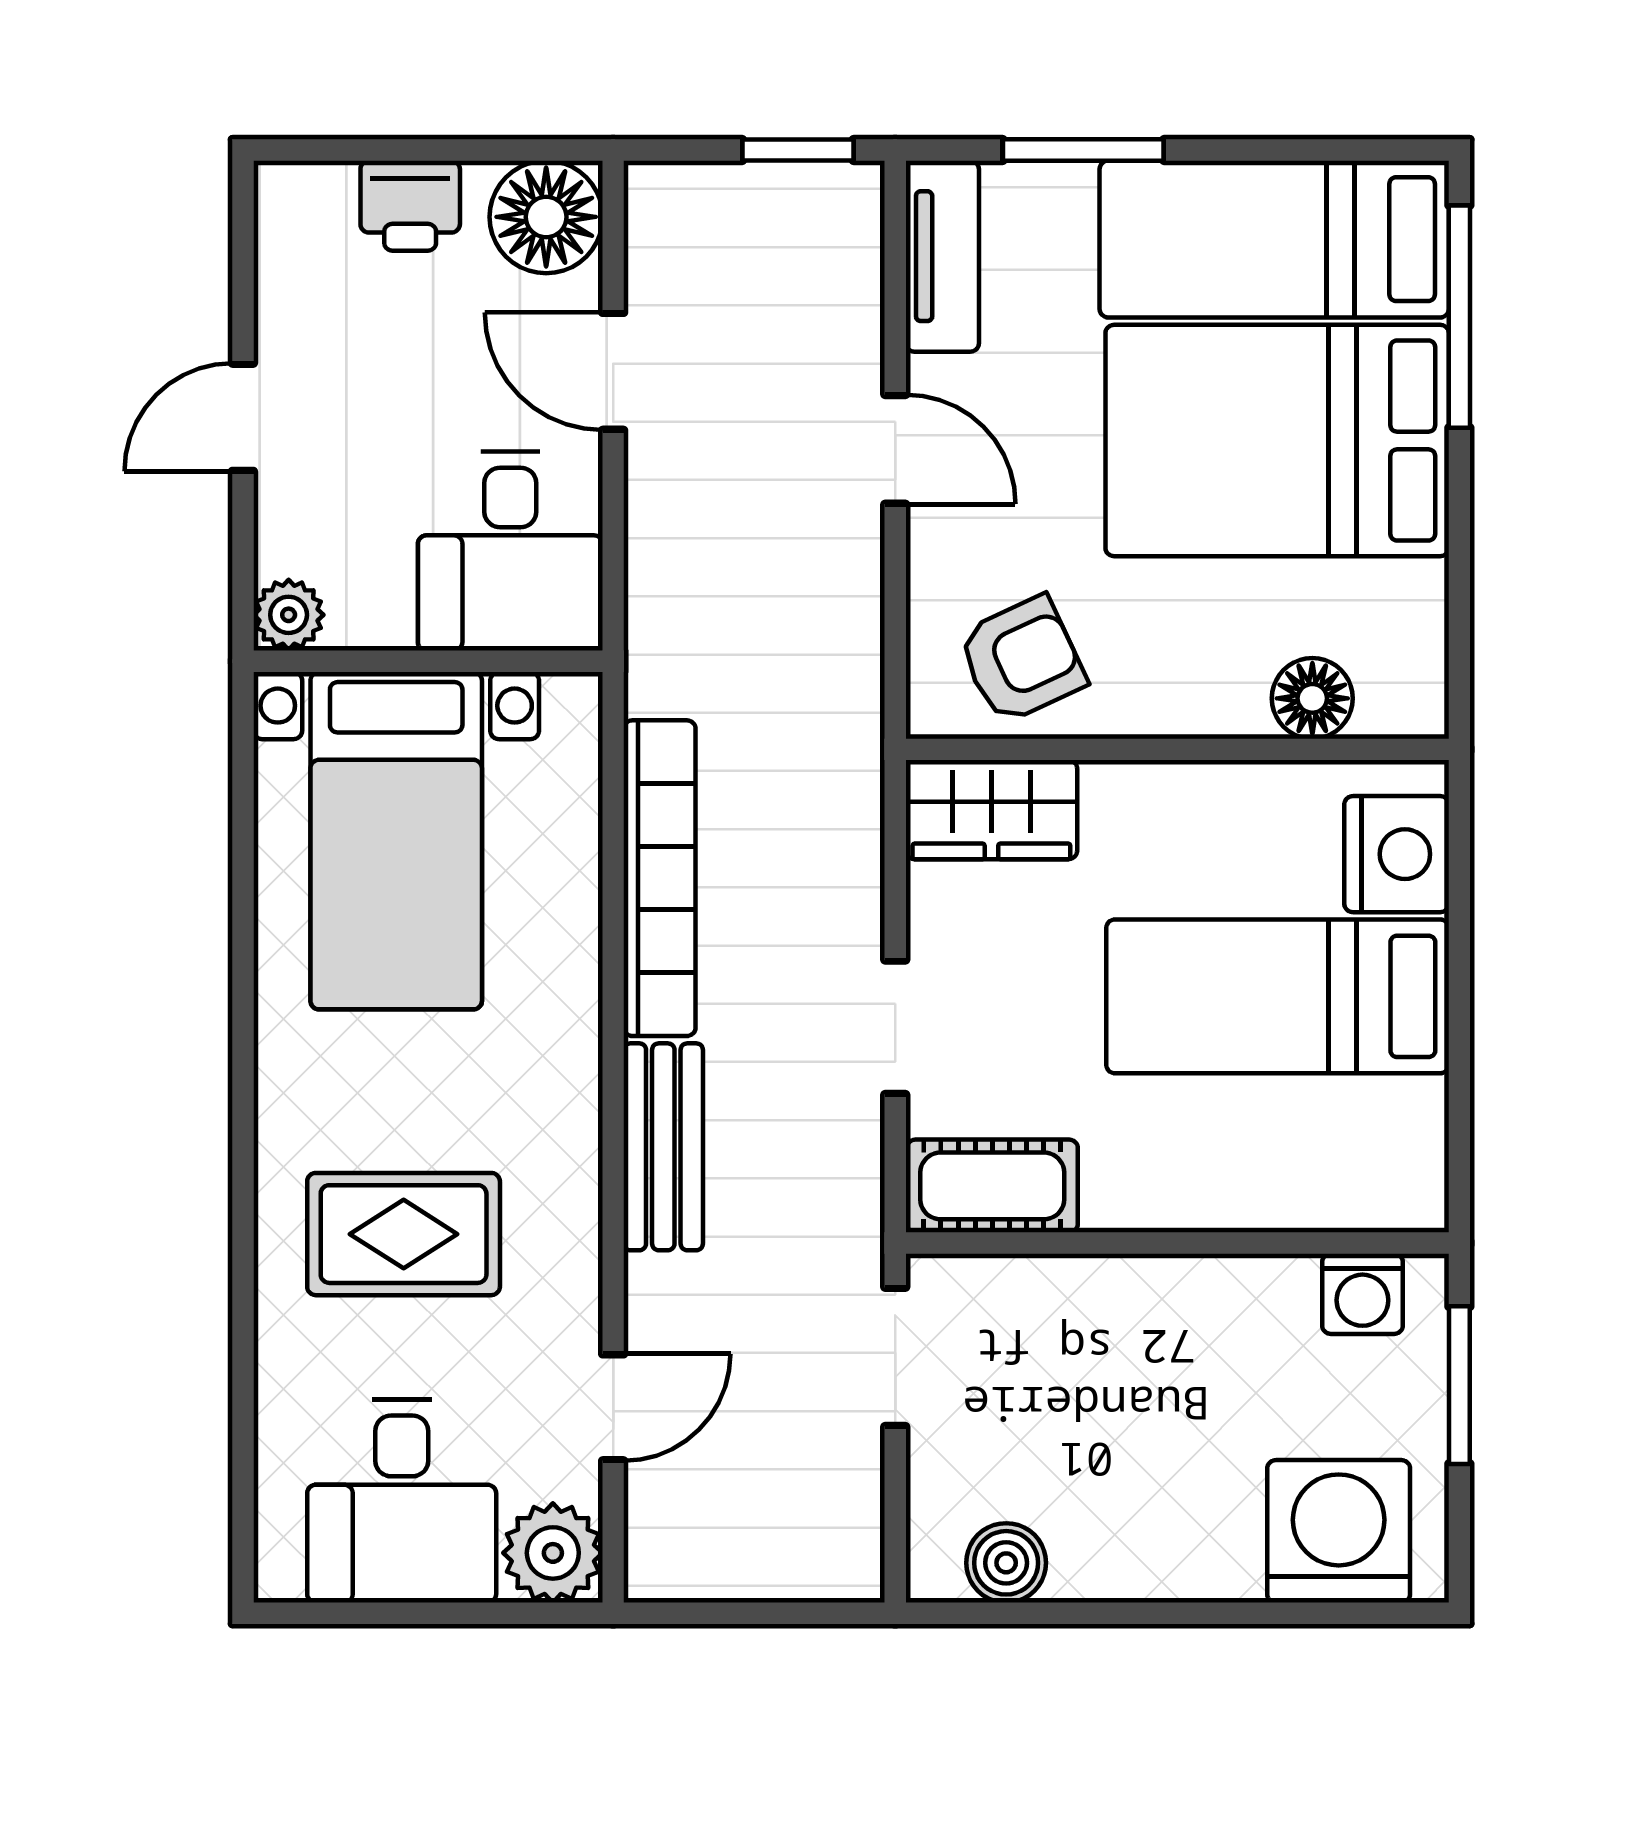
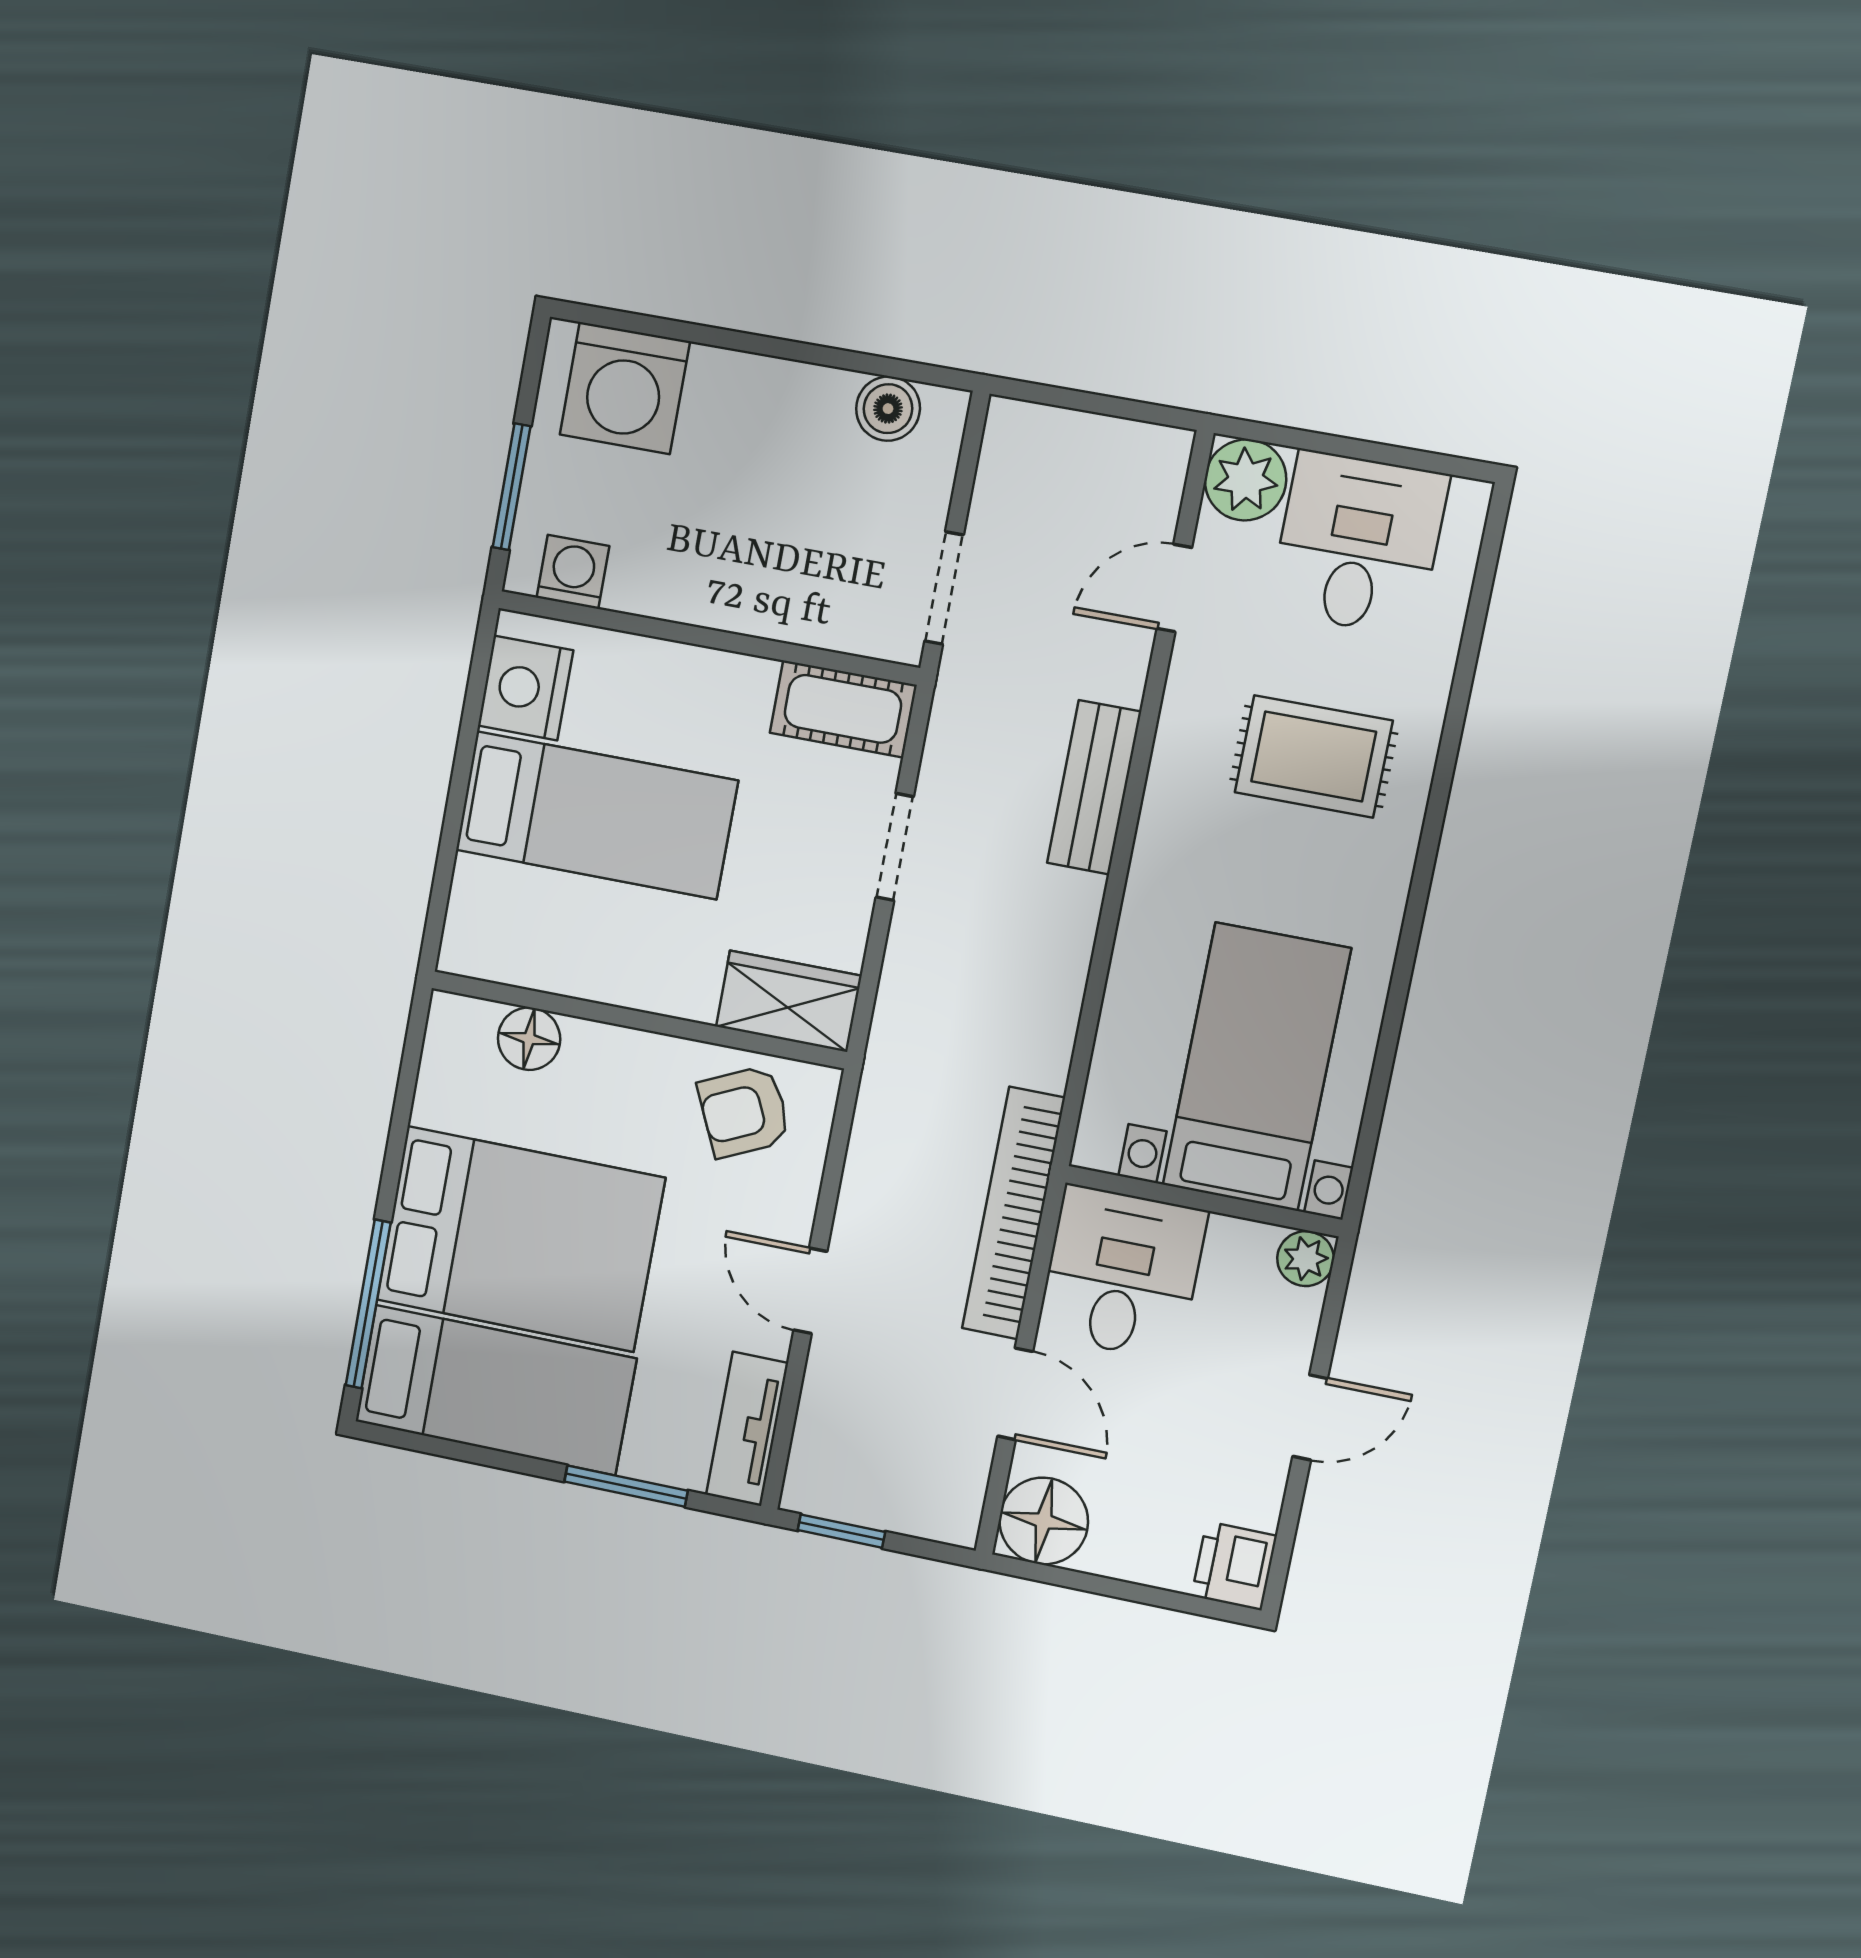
printer: (410, 206) -> (1234, 1566), moved, turned -90
nightstand: (1397, 854) -> (526, 688), moved
bookcase: (660, 878) -> (1013, 1213), moved

